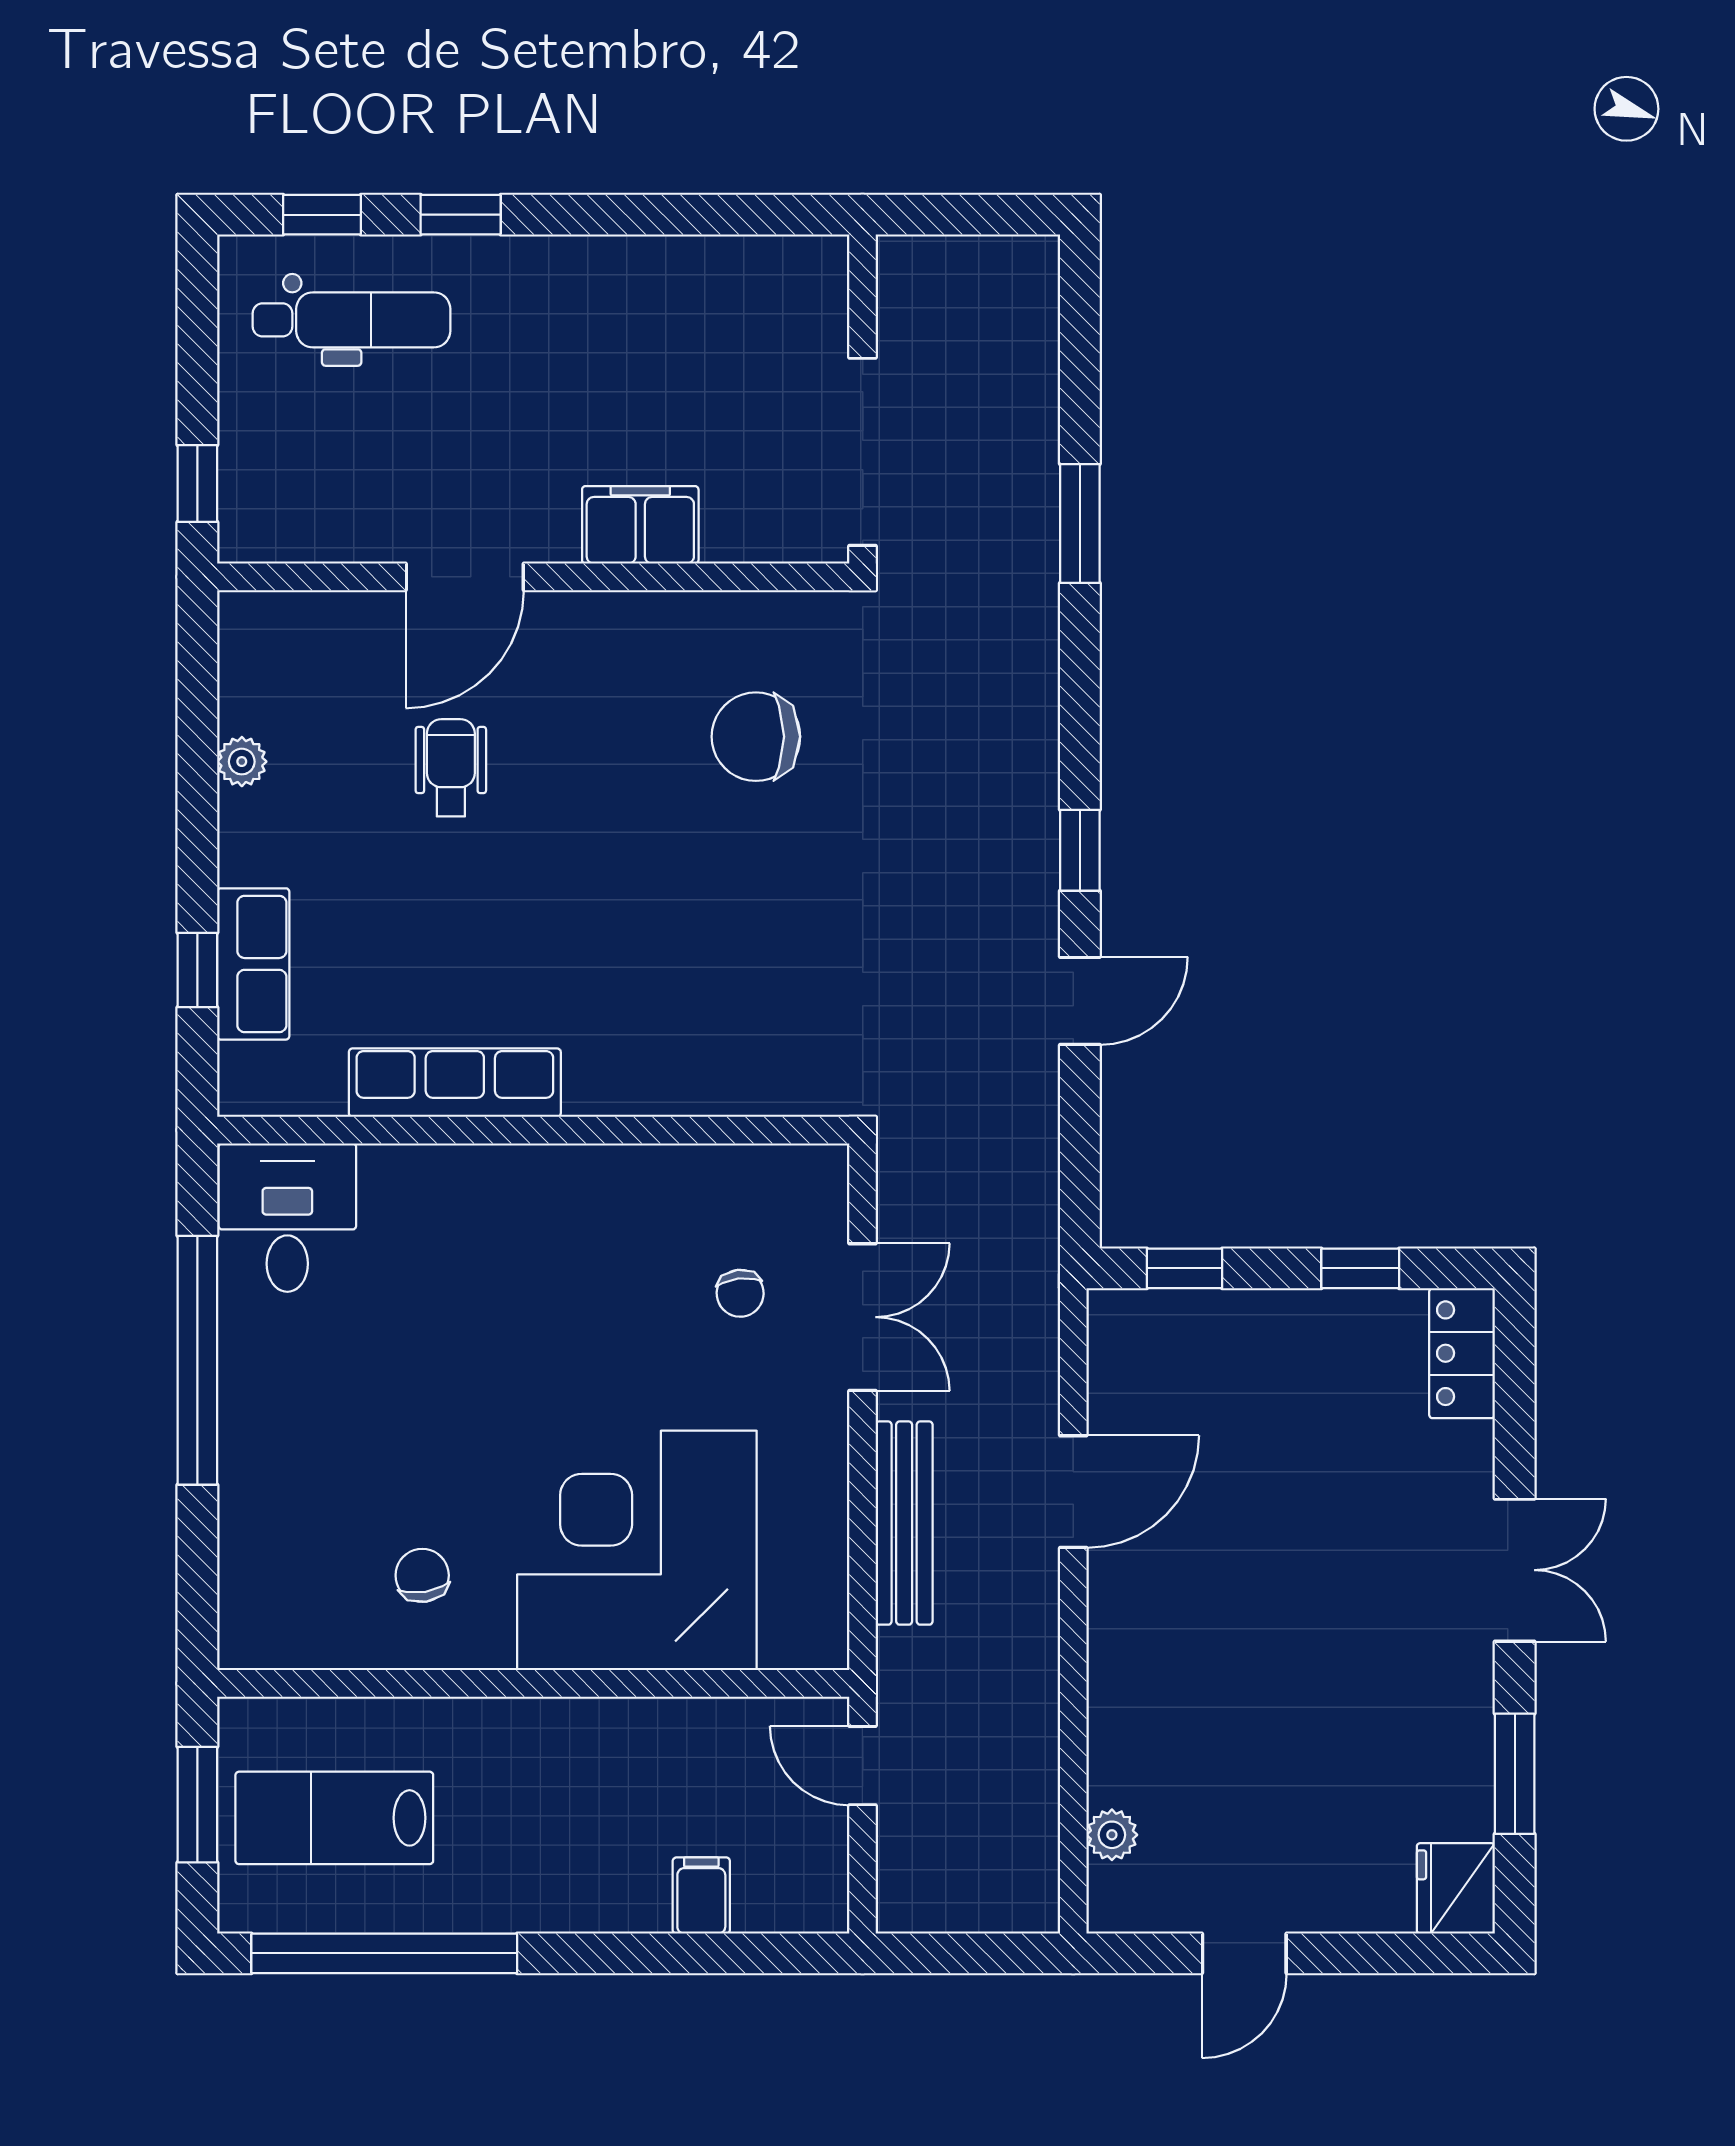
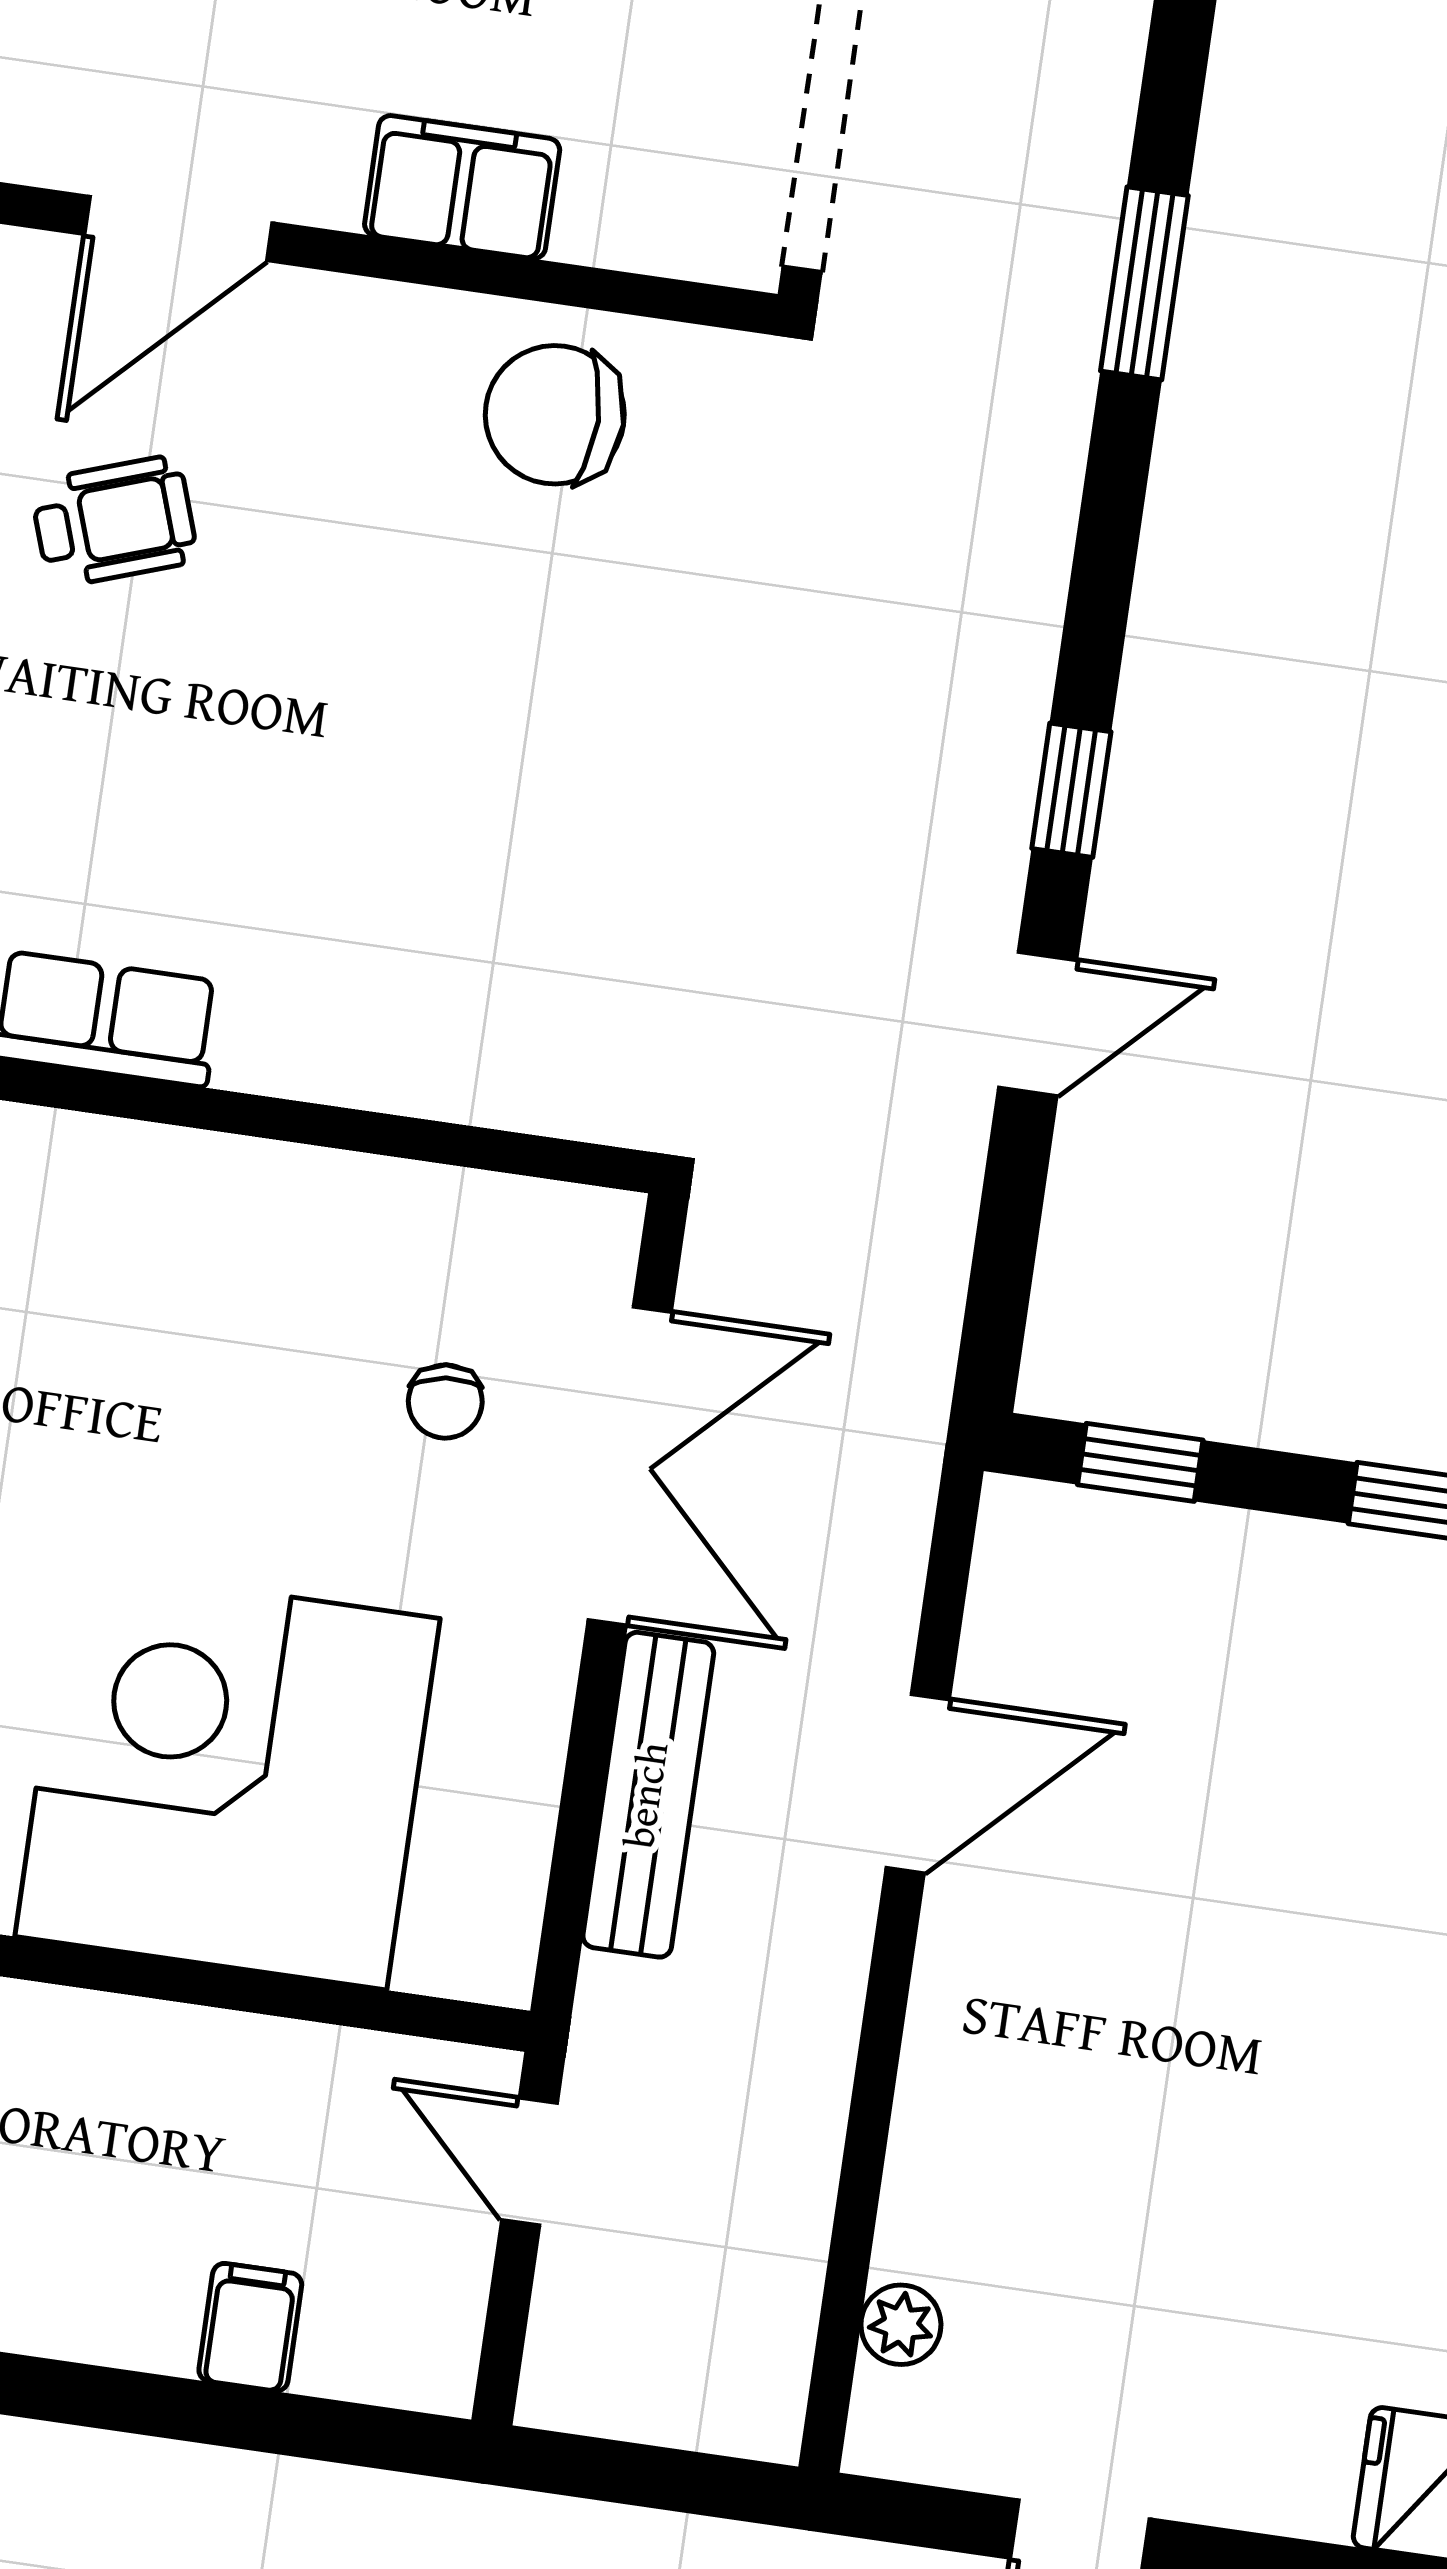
chair: (756, 737) -> (555, 415), moved
wheelchair: (451, 768) -> (114, 522), turned 71
double door: (863, 1317) -> (630, 1466), width x1.37

